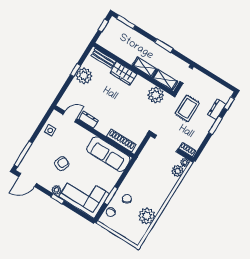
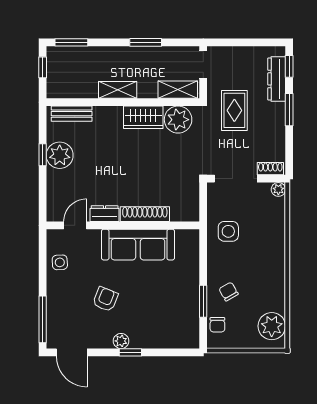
shelving: (145, 67) -> (118, 90), moved
wardrobe: (123, 73) -> (143, 117), moved
dresser: (217, 109) -> (277, 79), width x1.44
shoe rack: (121, 141) -> (145, 214), moved
sofa: (108, 154) -> (138, 245), moved
side table: (146, 168) -> (228, 231), added
plant: (178, 171) -> (276, 208), removed
door: (28, 180) -> (72, 352), hinge flipped
corner sofa: (84, 195) -> (165, 324), removed
plant: (147, 216) -> (272, 326), moved

